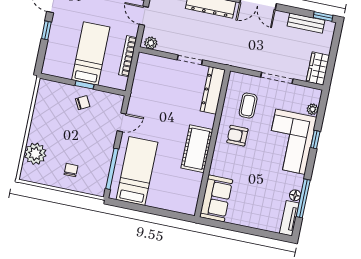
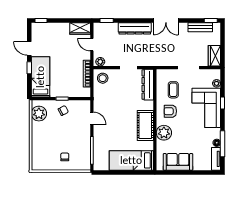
bed: (91, 53) -> (40, 77), moved
stool: (149, 68) -> (103, 78), added
door: (122, 122) -> (92, 118), hinge flipped
plant: (35, 154) -> (39, 114), moved
plant: (222, 165) -> (164, 133), added
bed: (137, 171) -> (131, 160), moved, turned -90
sofa: (216, 198) -> (178, 162), moved, turned -90

